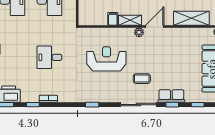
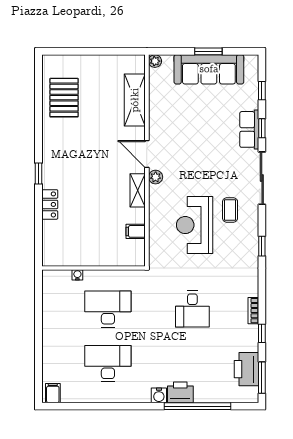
filing cabinet: (113, 19) -> (136, 231), moved
coffee table: (142, 79) -> (230, 210), moved

